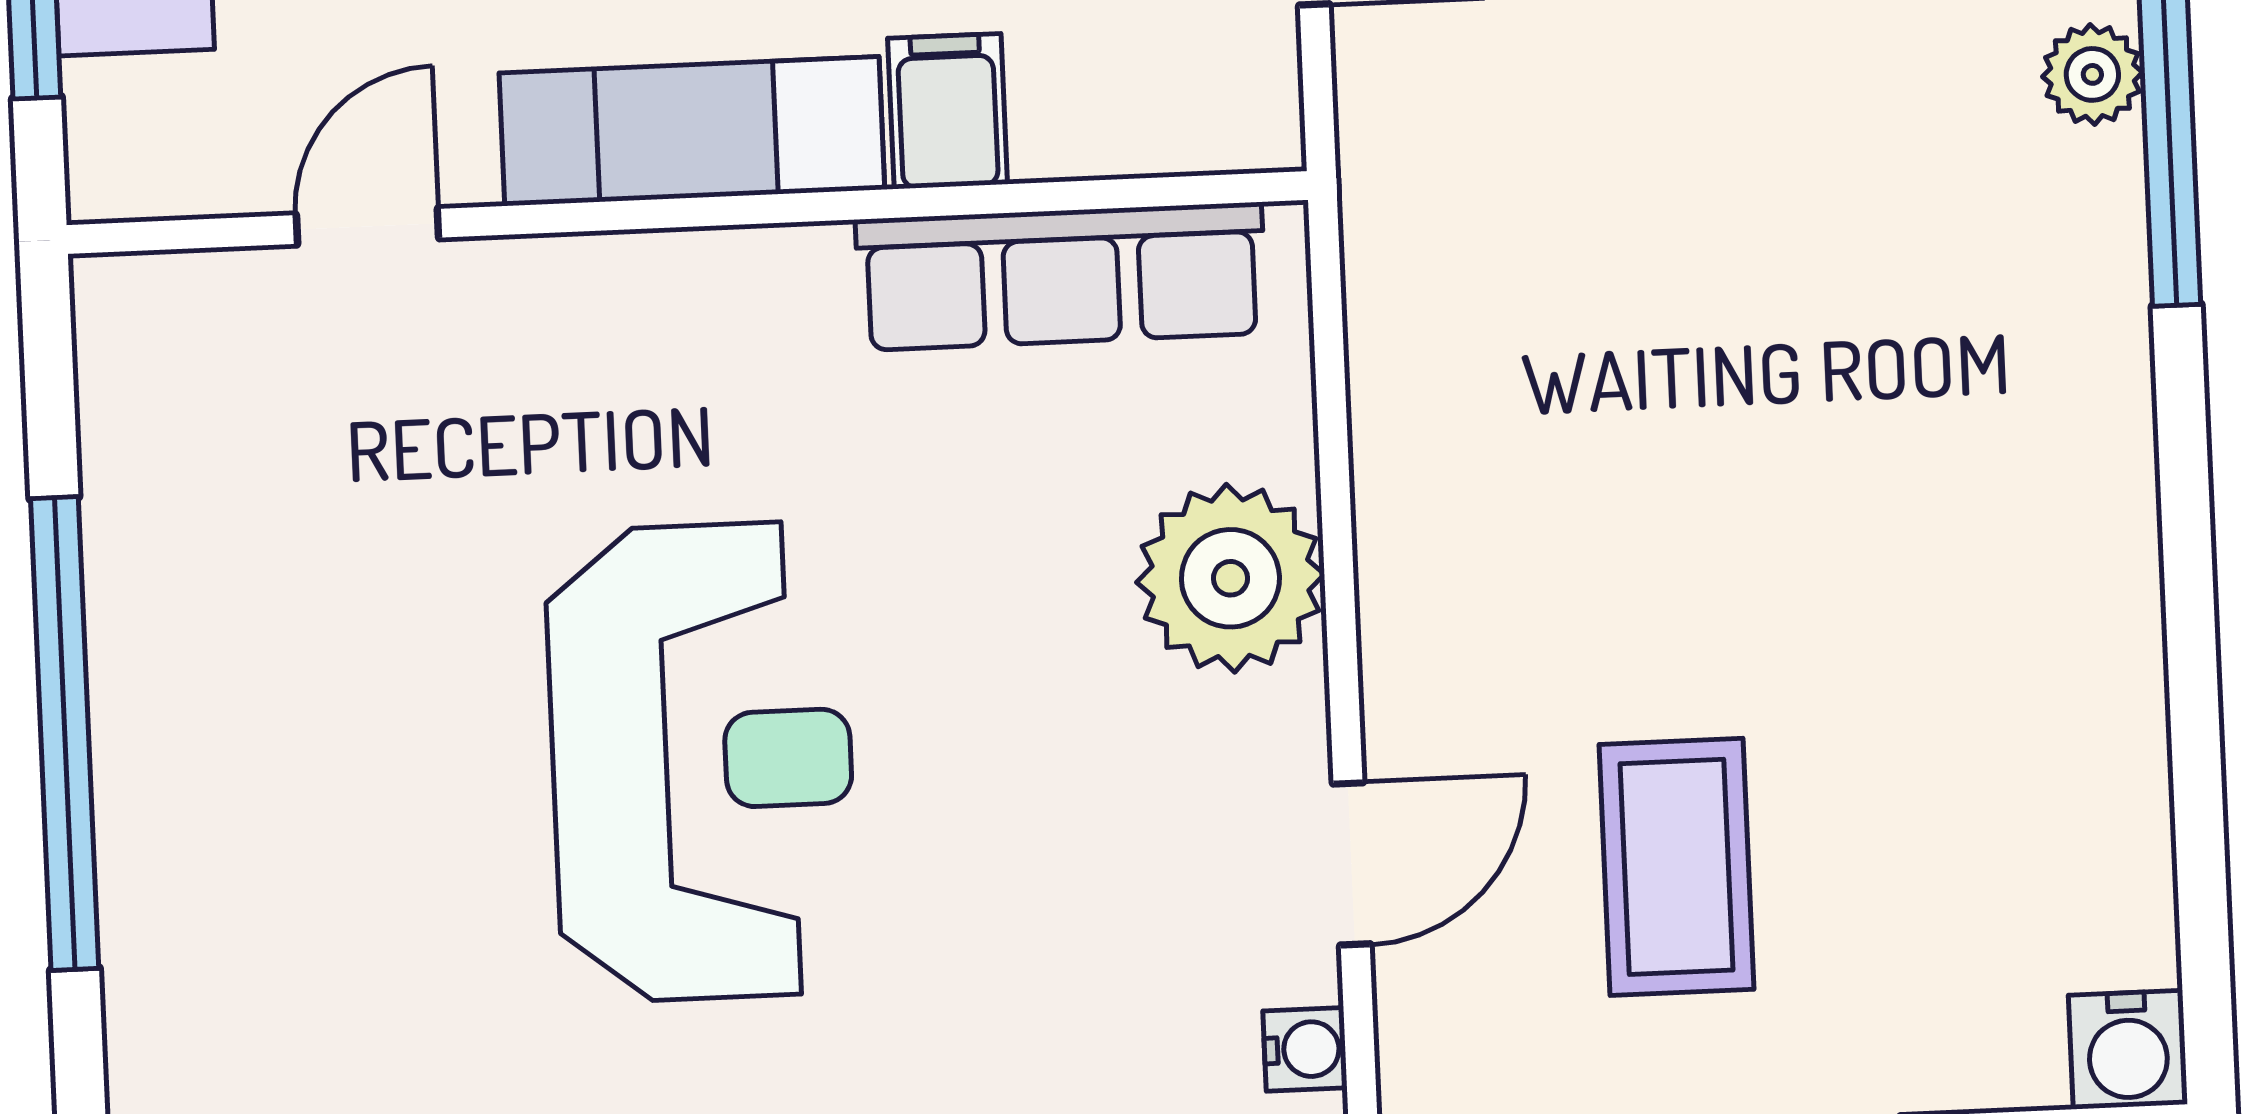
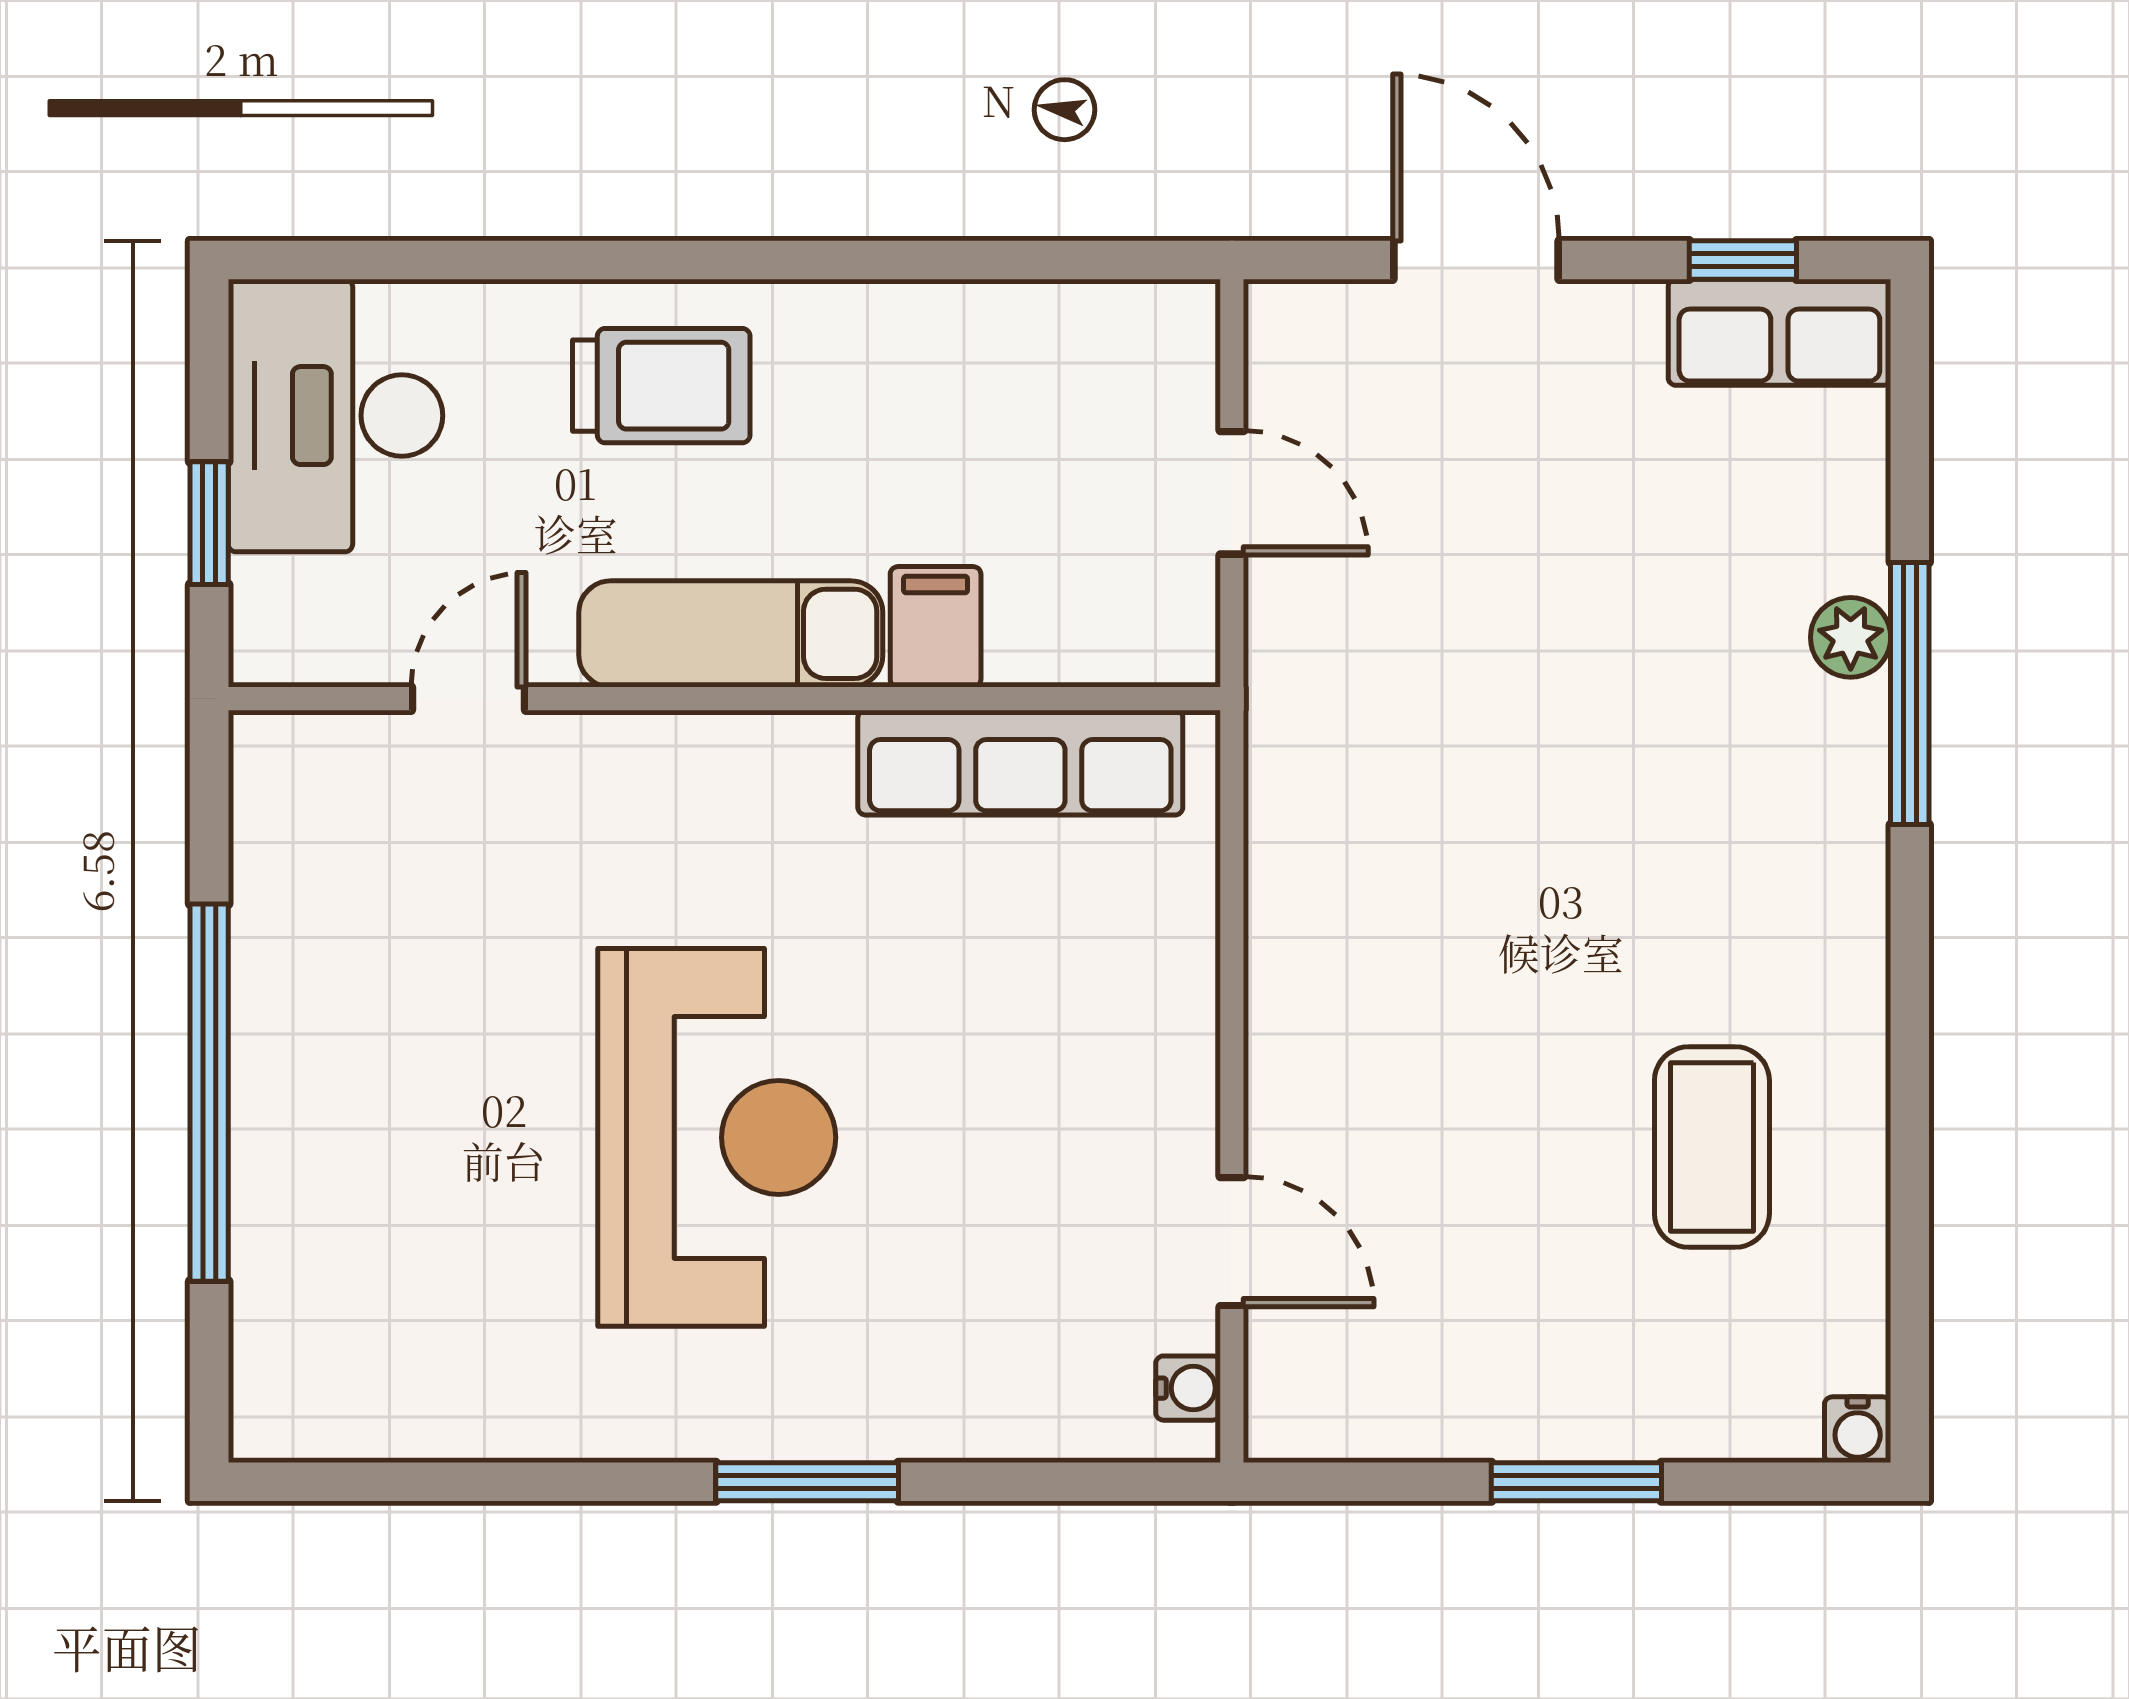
plant: (1230, 578) -> (1145, 1009), removed
door: (1352, 864) -> (1232, 1242), hinge flipped
coffee table: (1676, 867) -> (1712, 1147), moved
water cooler: (2128, 1050) -> (1858, 1430), width x0.72, depth x0.72

